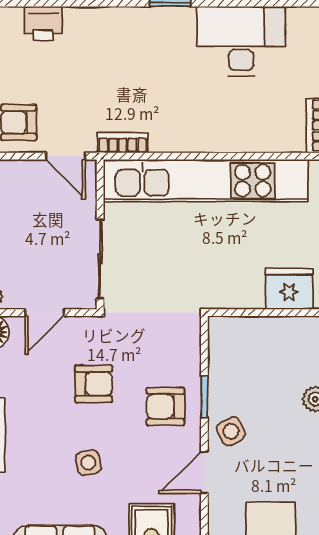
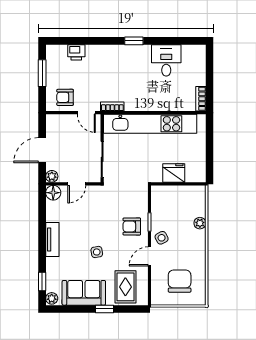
desk: (241, 41) -> (166, 60), width x0.73
fridge: (289, 289) -> (174, 173), moved
armchair: (94, 384) -> (99, 216), removed

